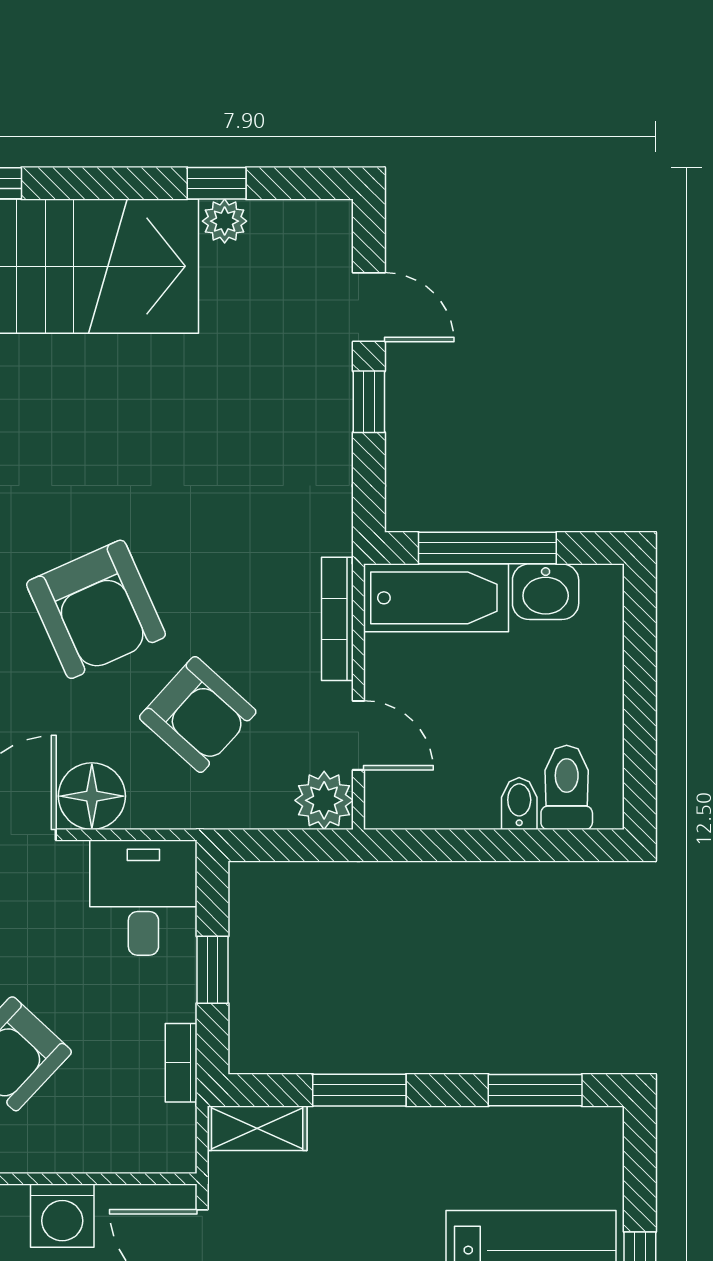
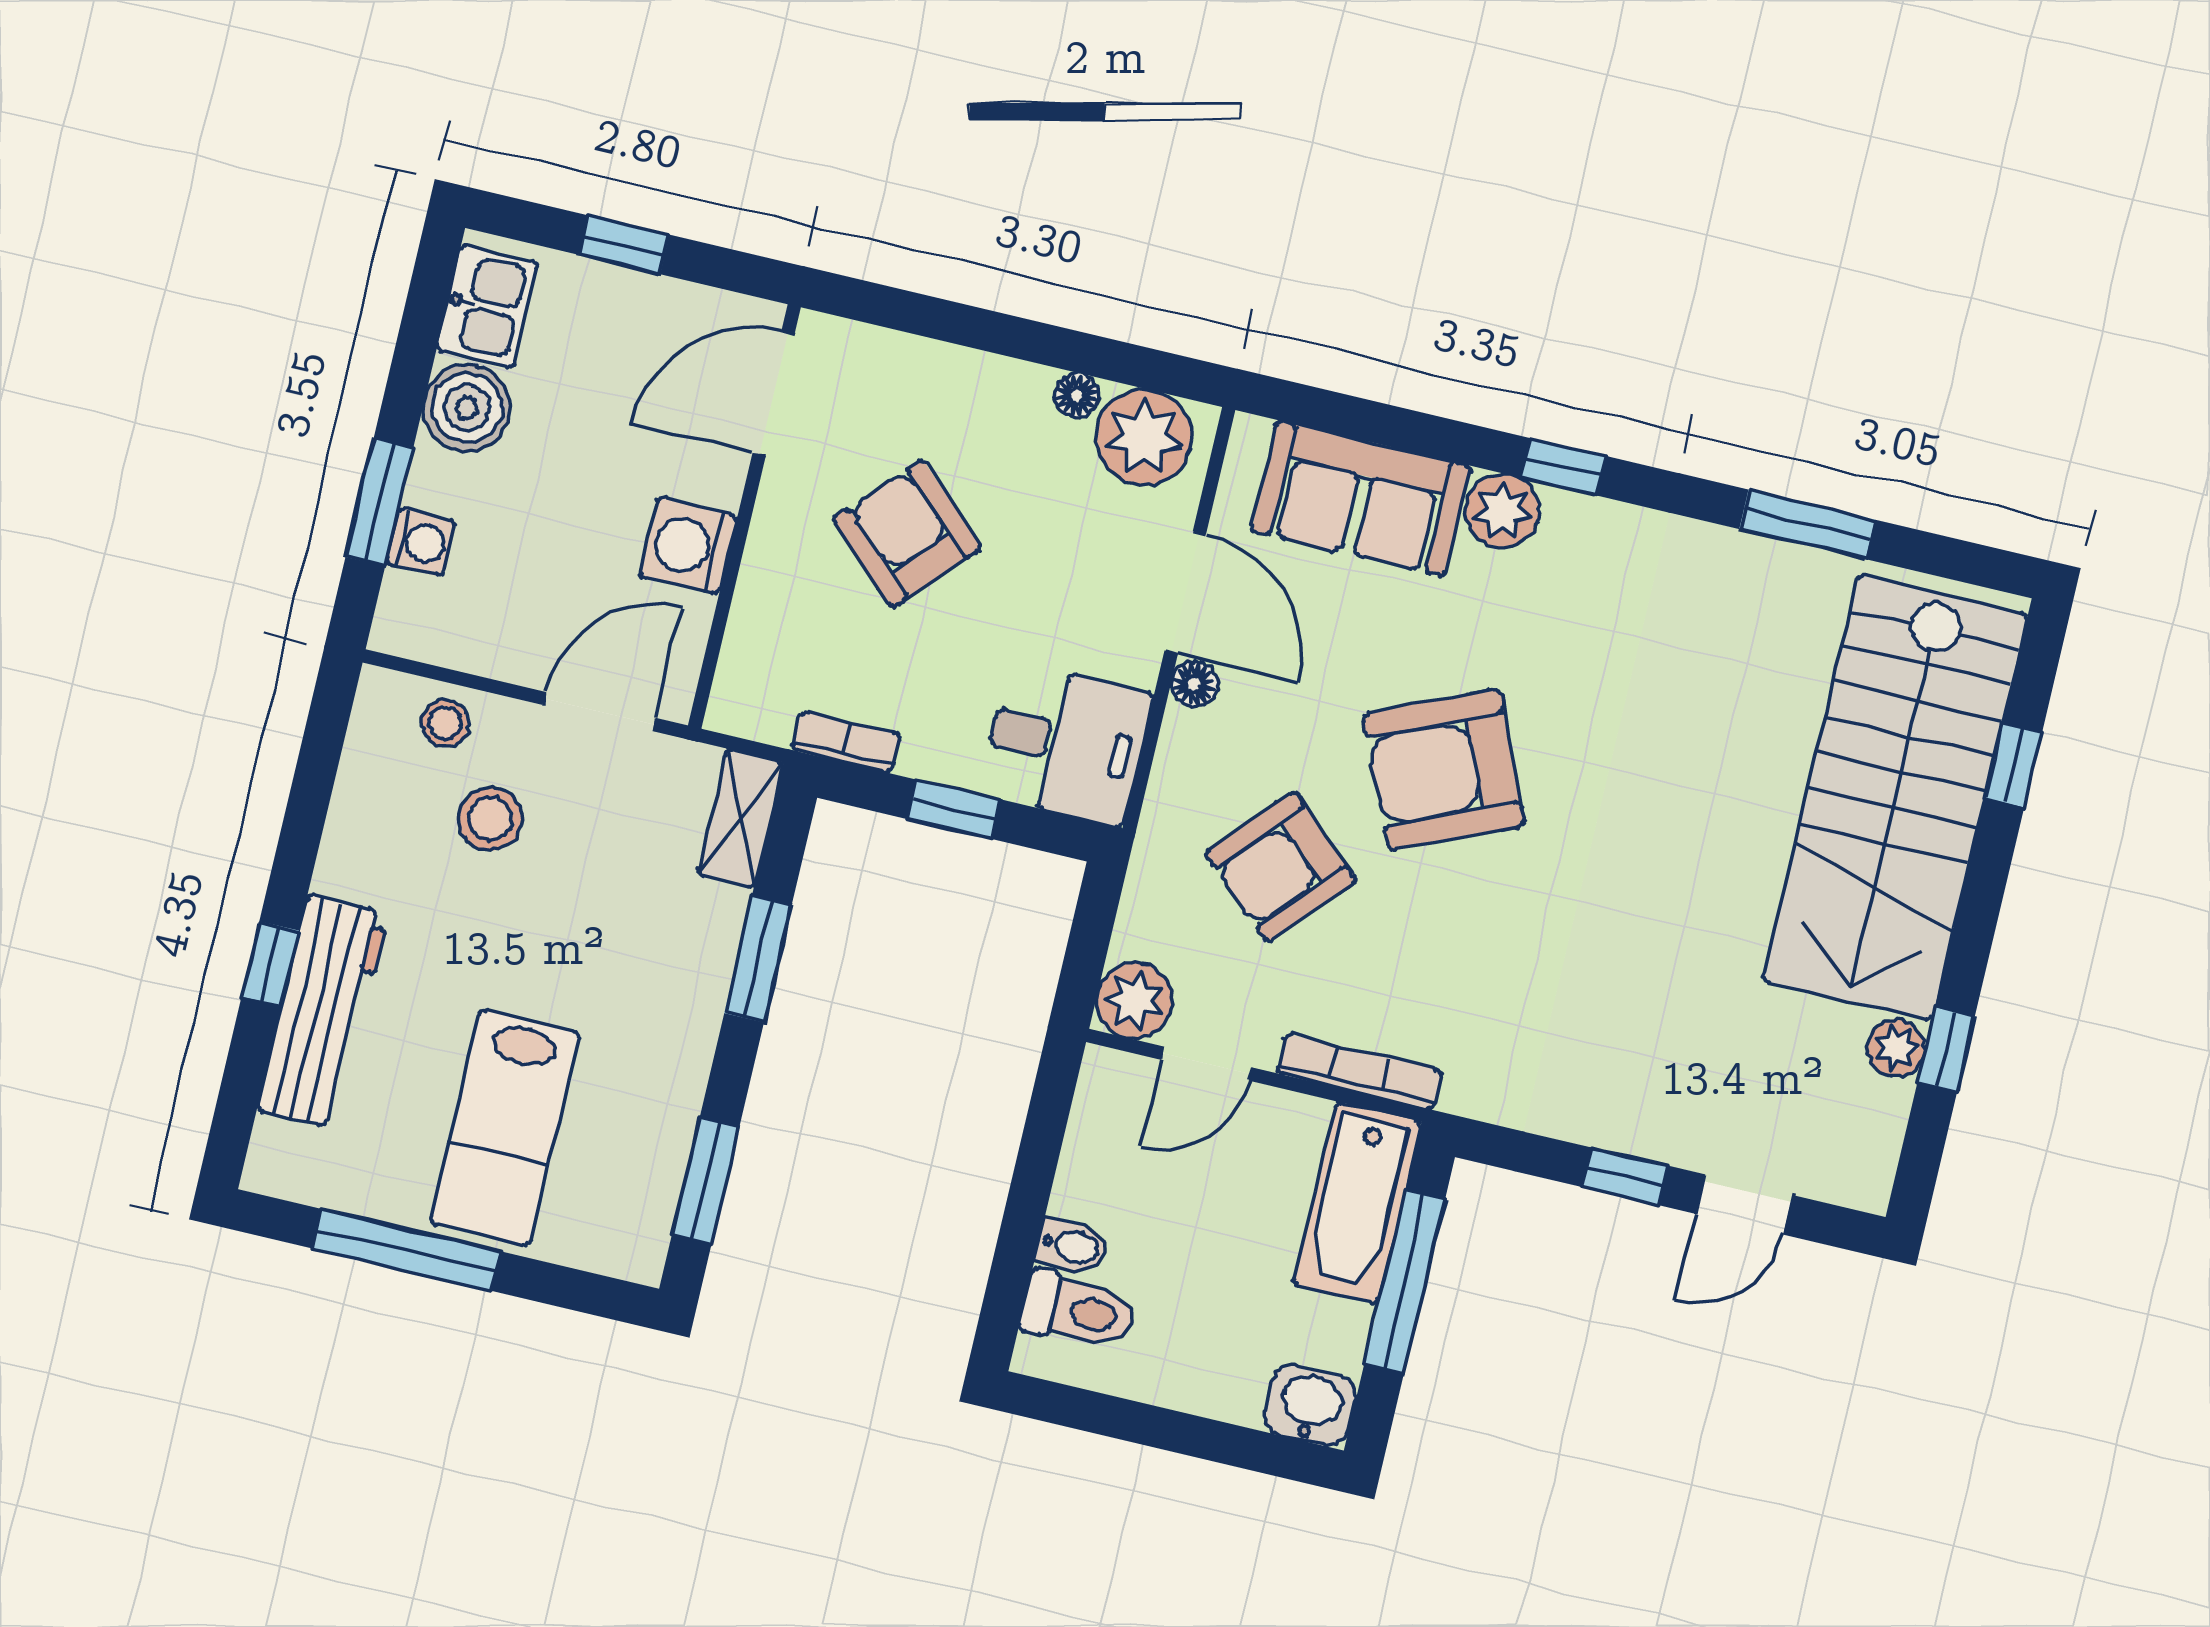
washbasin: (546, 592) -> (1310, 1405), moved, turned 90
floor lamp: (92, 796) -> (1194, 684), width x0.53, depth x0.53

